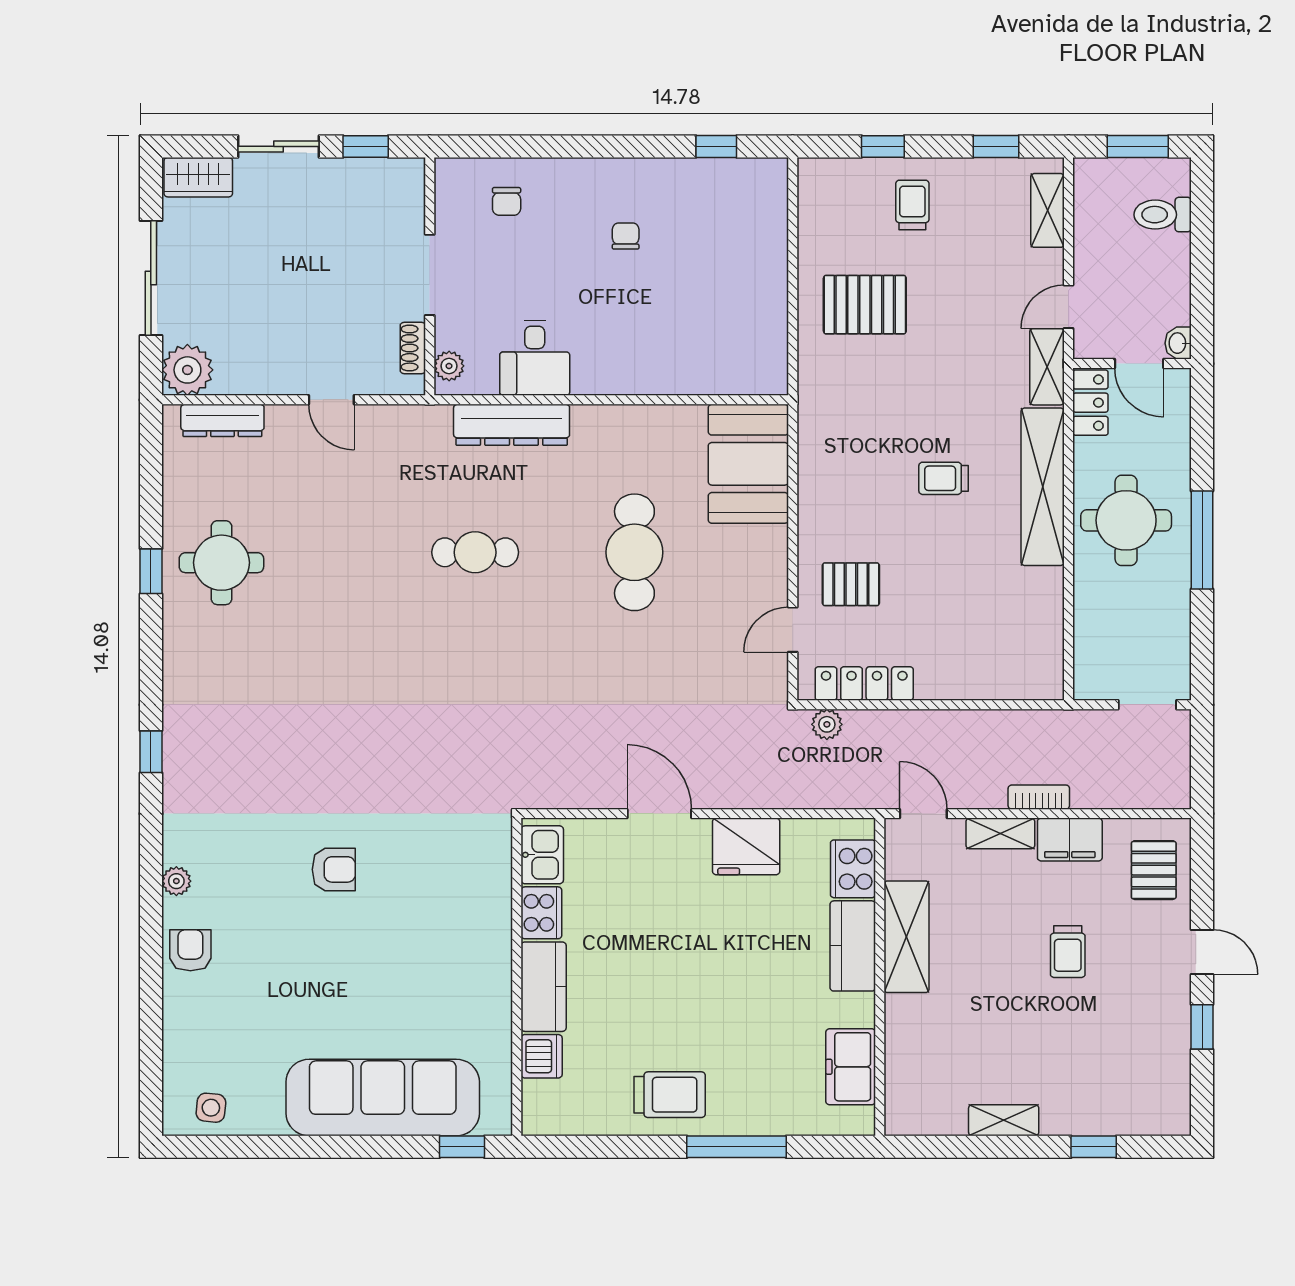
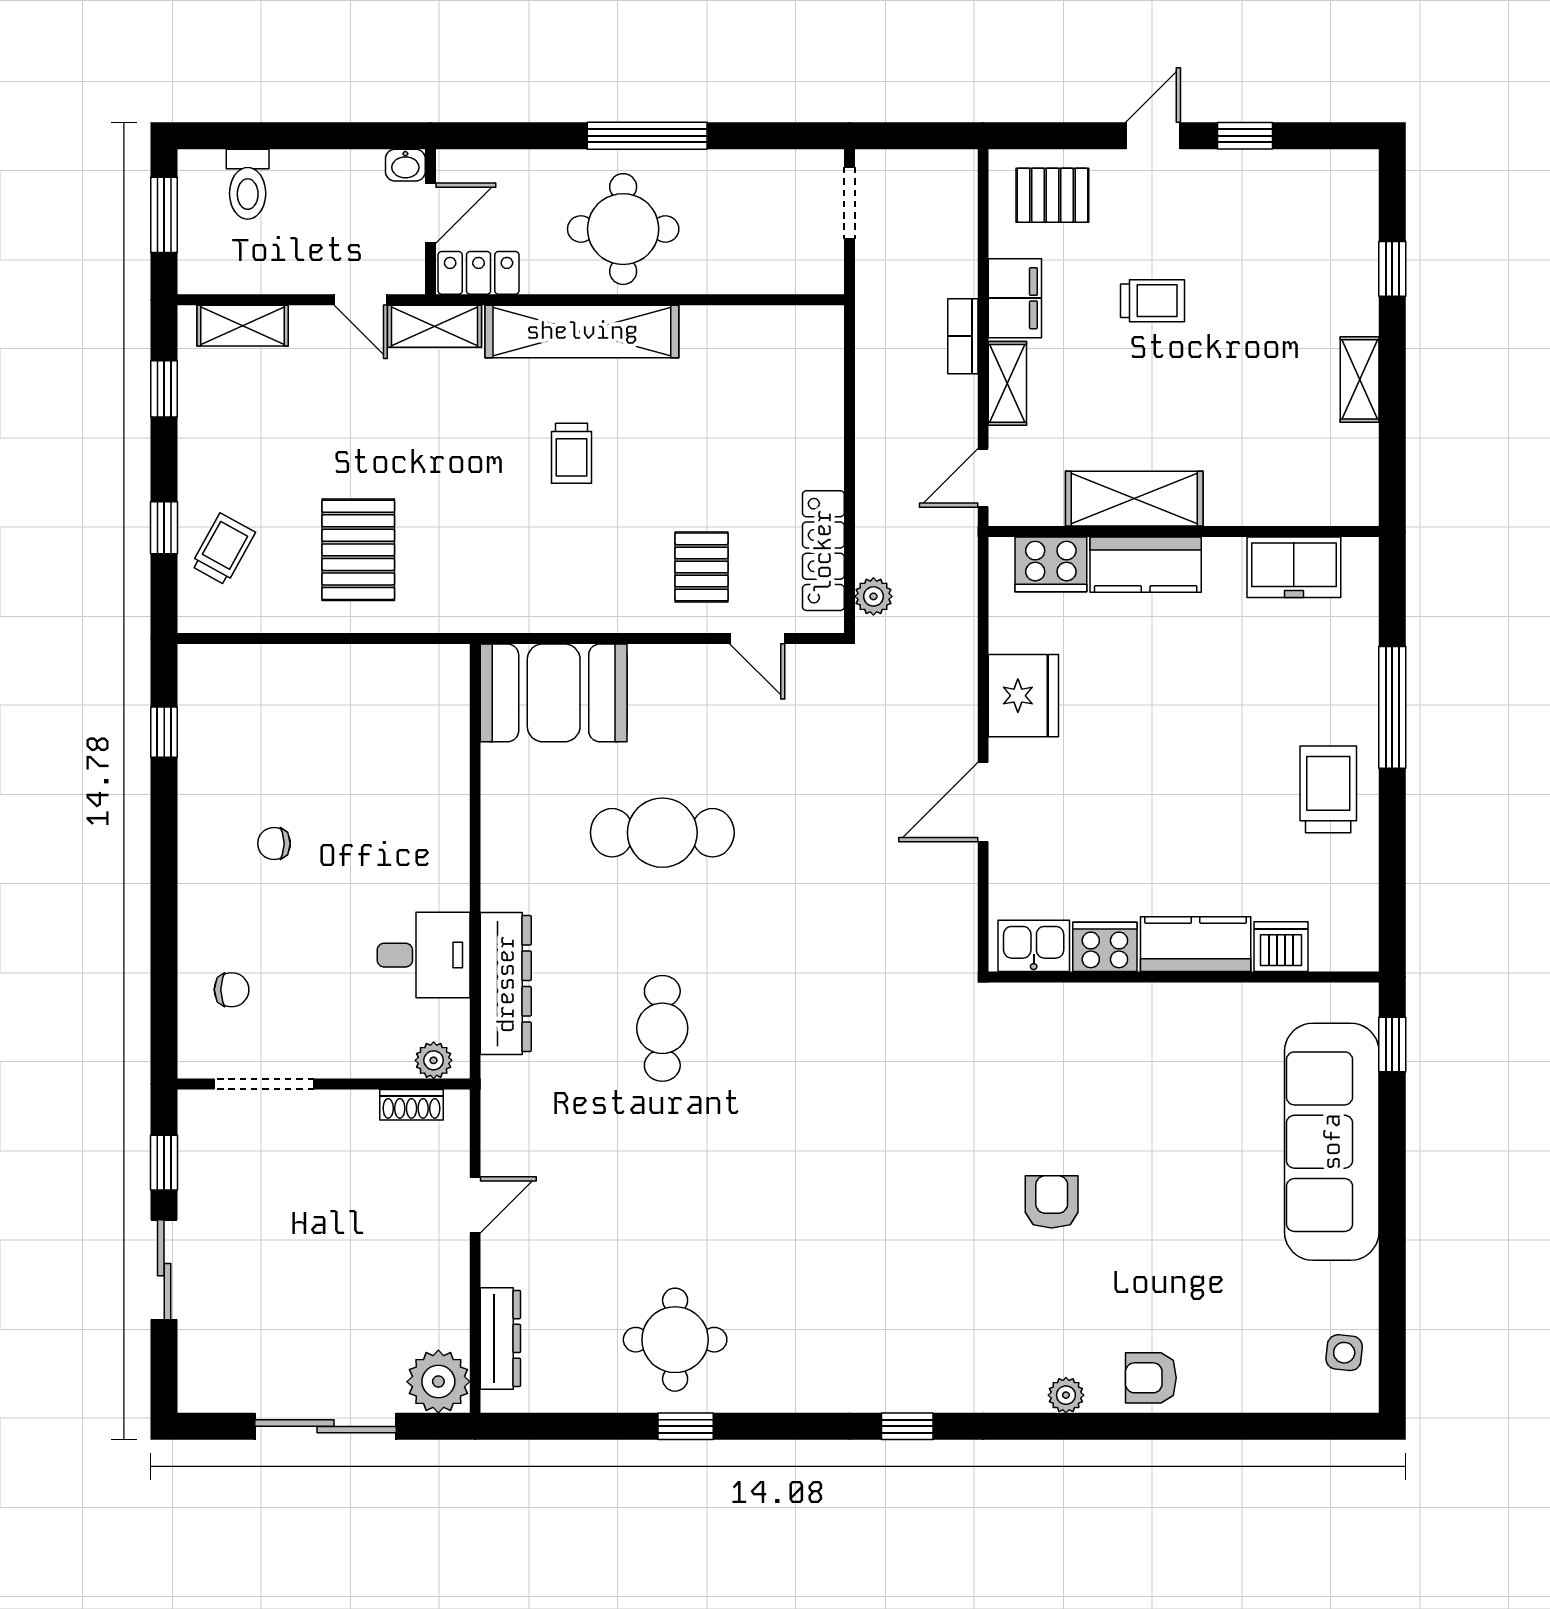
wardrobe: (198, 177) -> (202, 1368), removed
trolley: (912, 205) -> (223, 549), moved, turned 119
doorway: (430, 275) -> (264, 1084), moved

